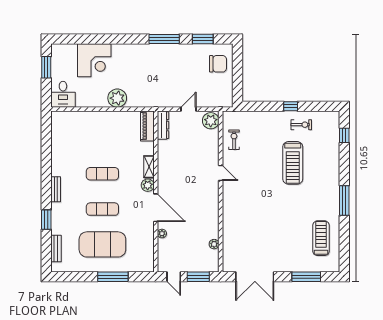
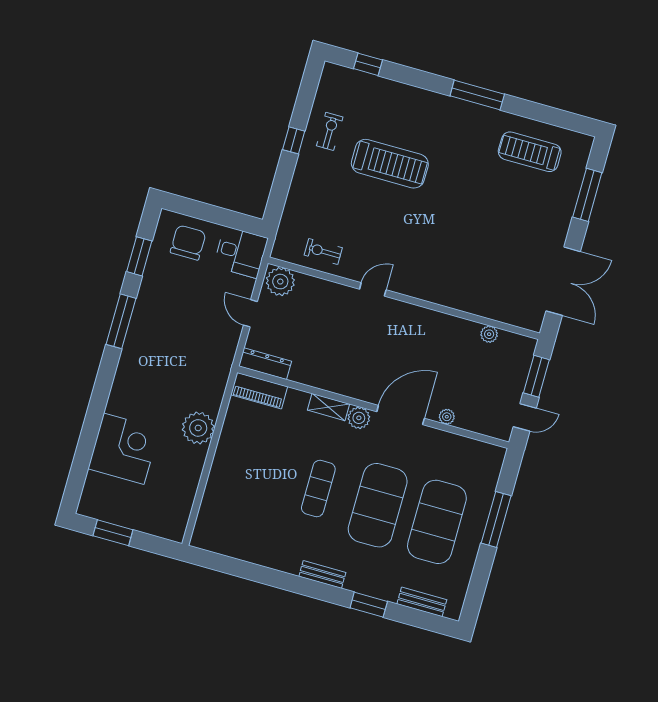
desk: (63, 94) -> (241, 252), moved
exercise mat: (102, 209) -> (378, 505), width x2.00, depth x1.45

